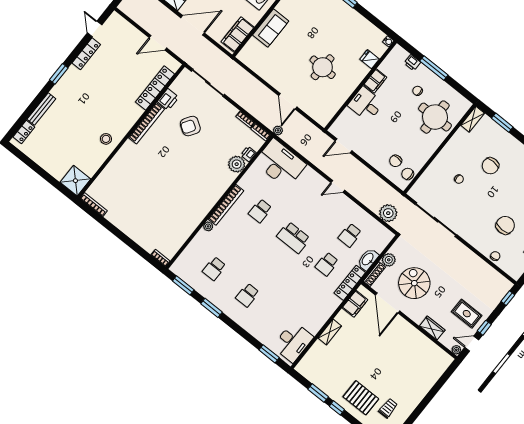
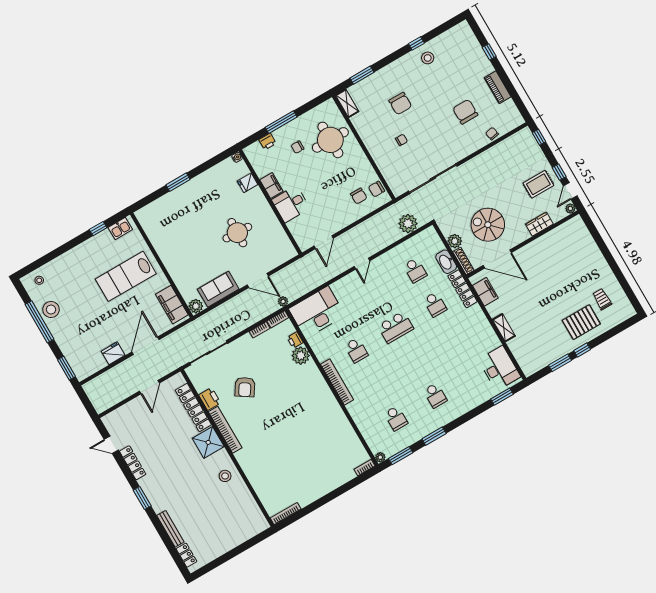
sofa: (271, 28) -> (218, 289), moved, turned -90
plant: (244, 56) -> (196, 306), added
shower: (75, 181) -> (208, 442), moved
plant: (208, 226) -> (380, 457), moved

